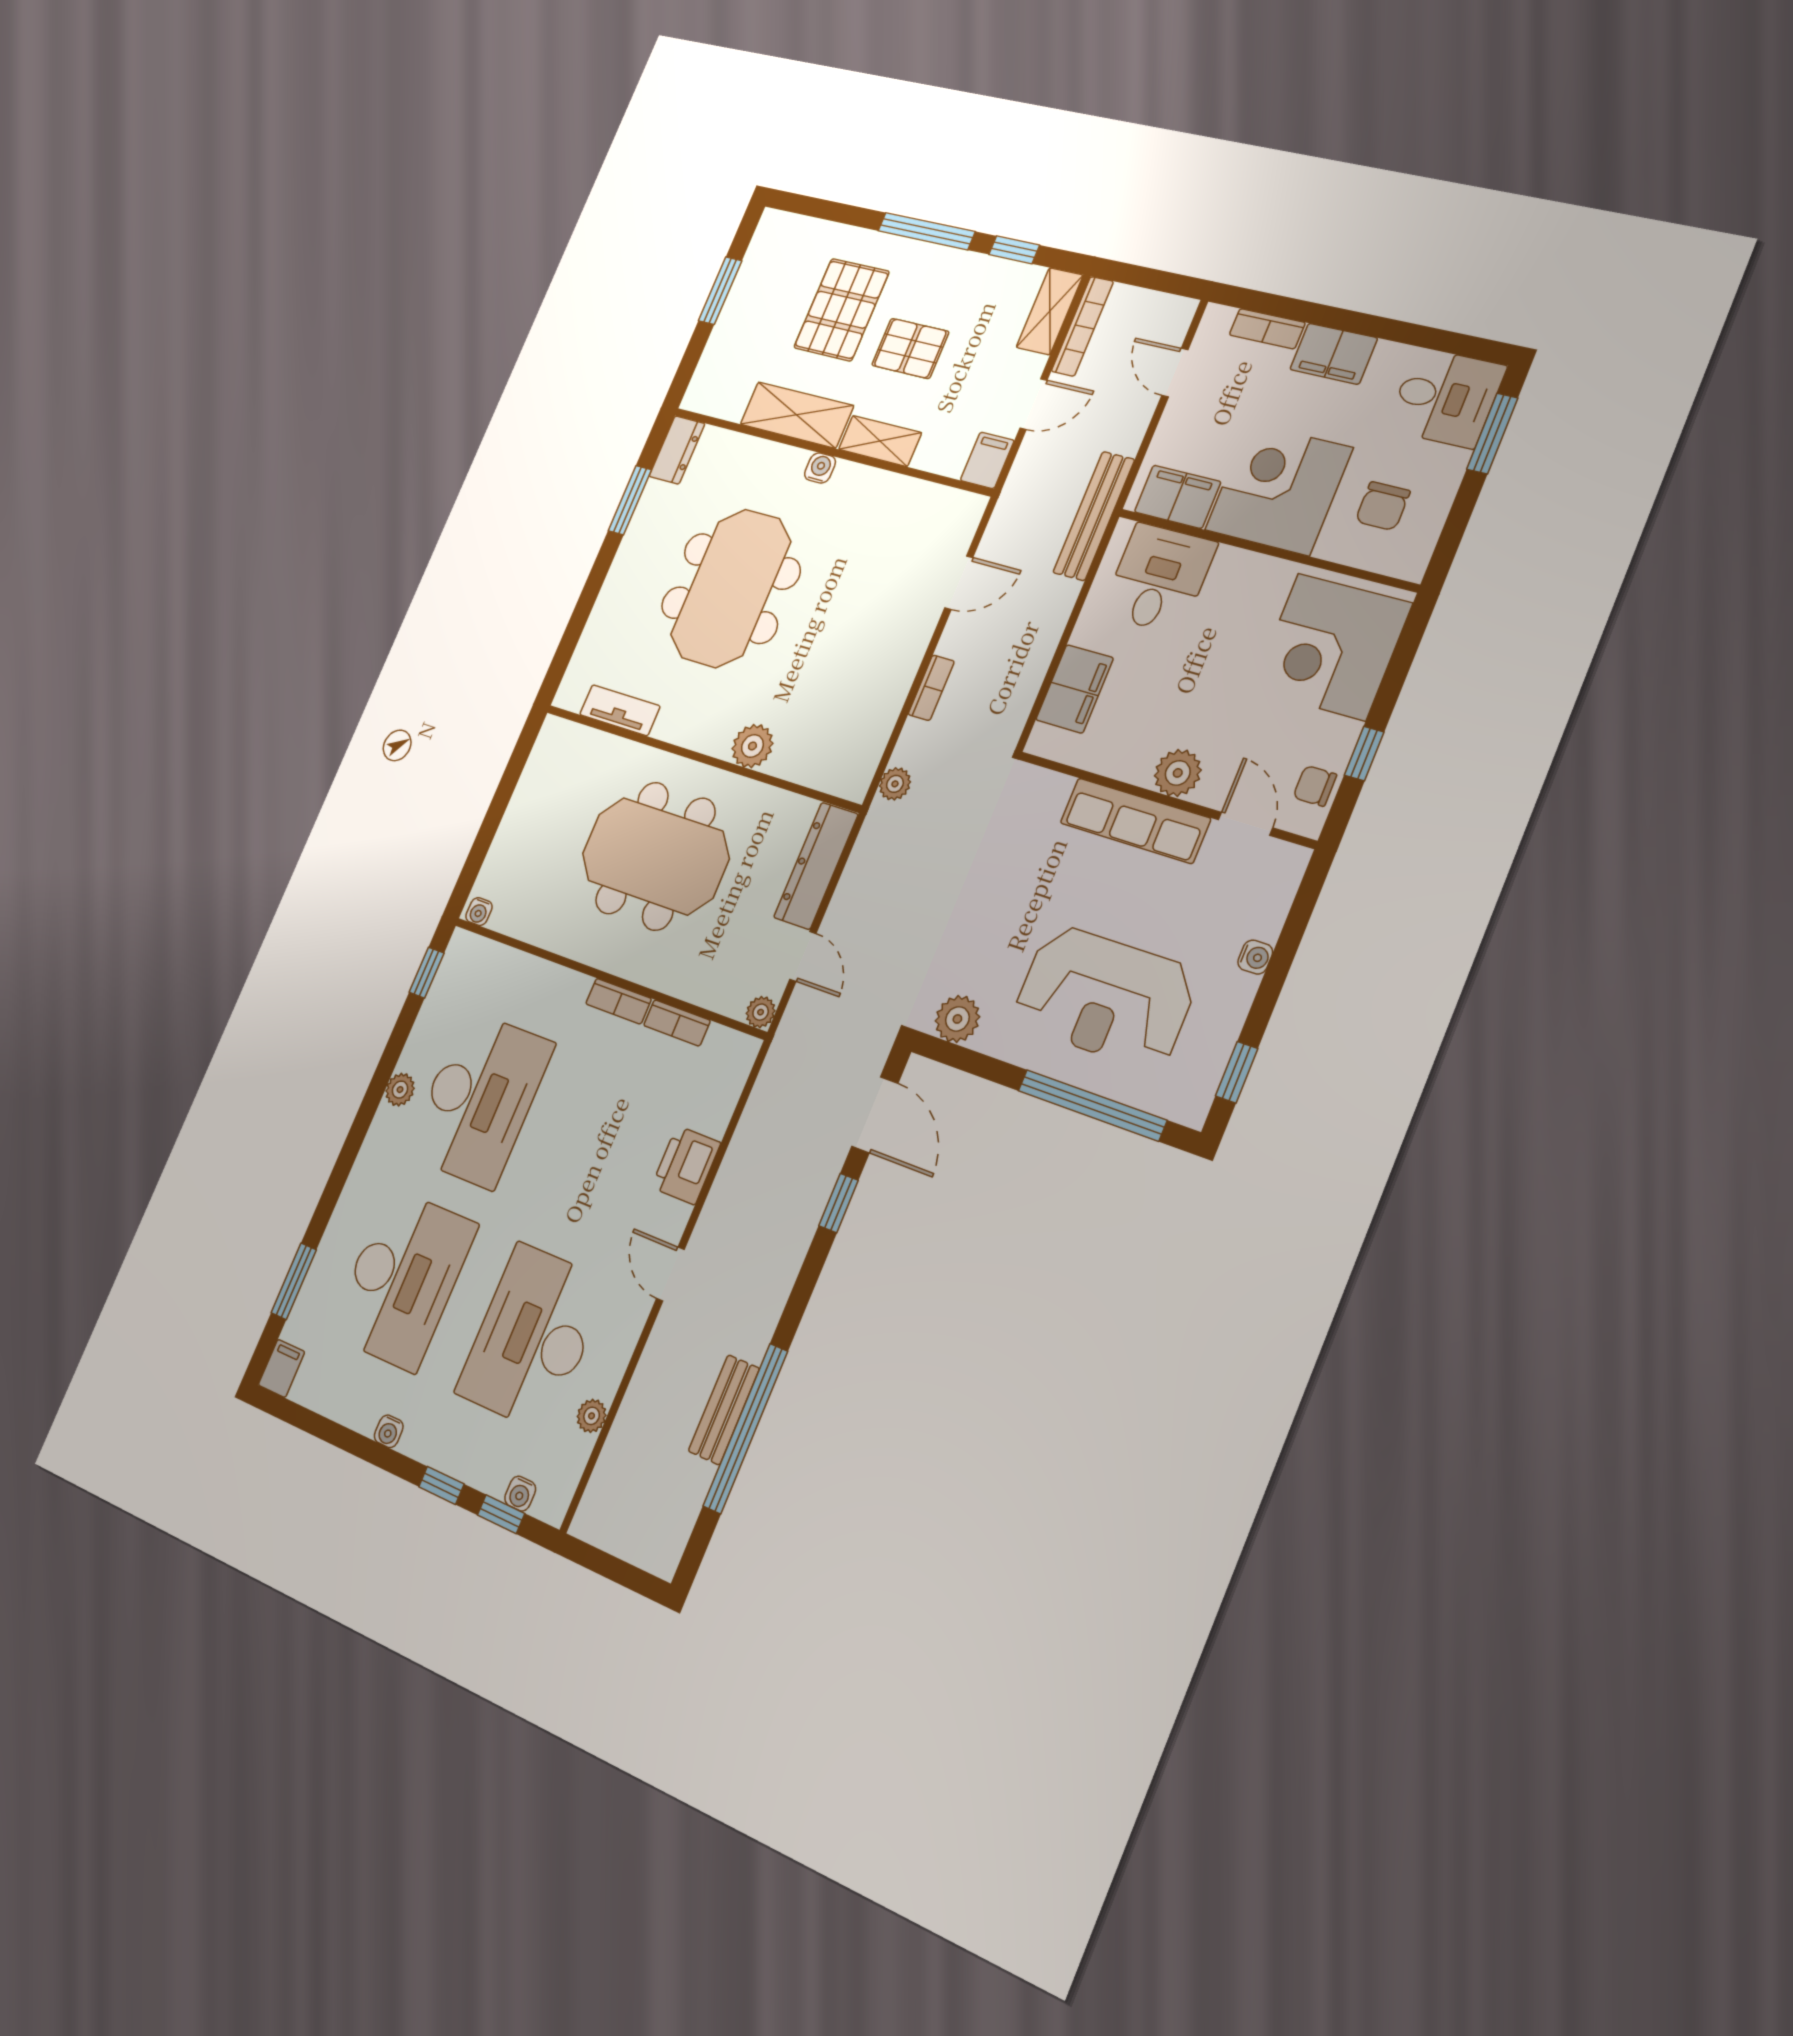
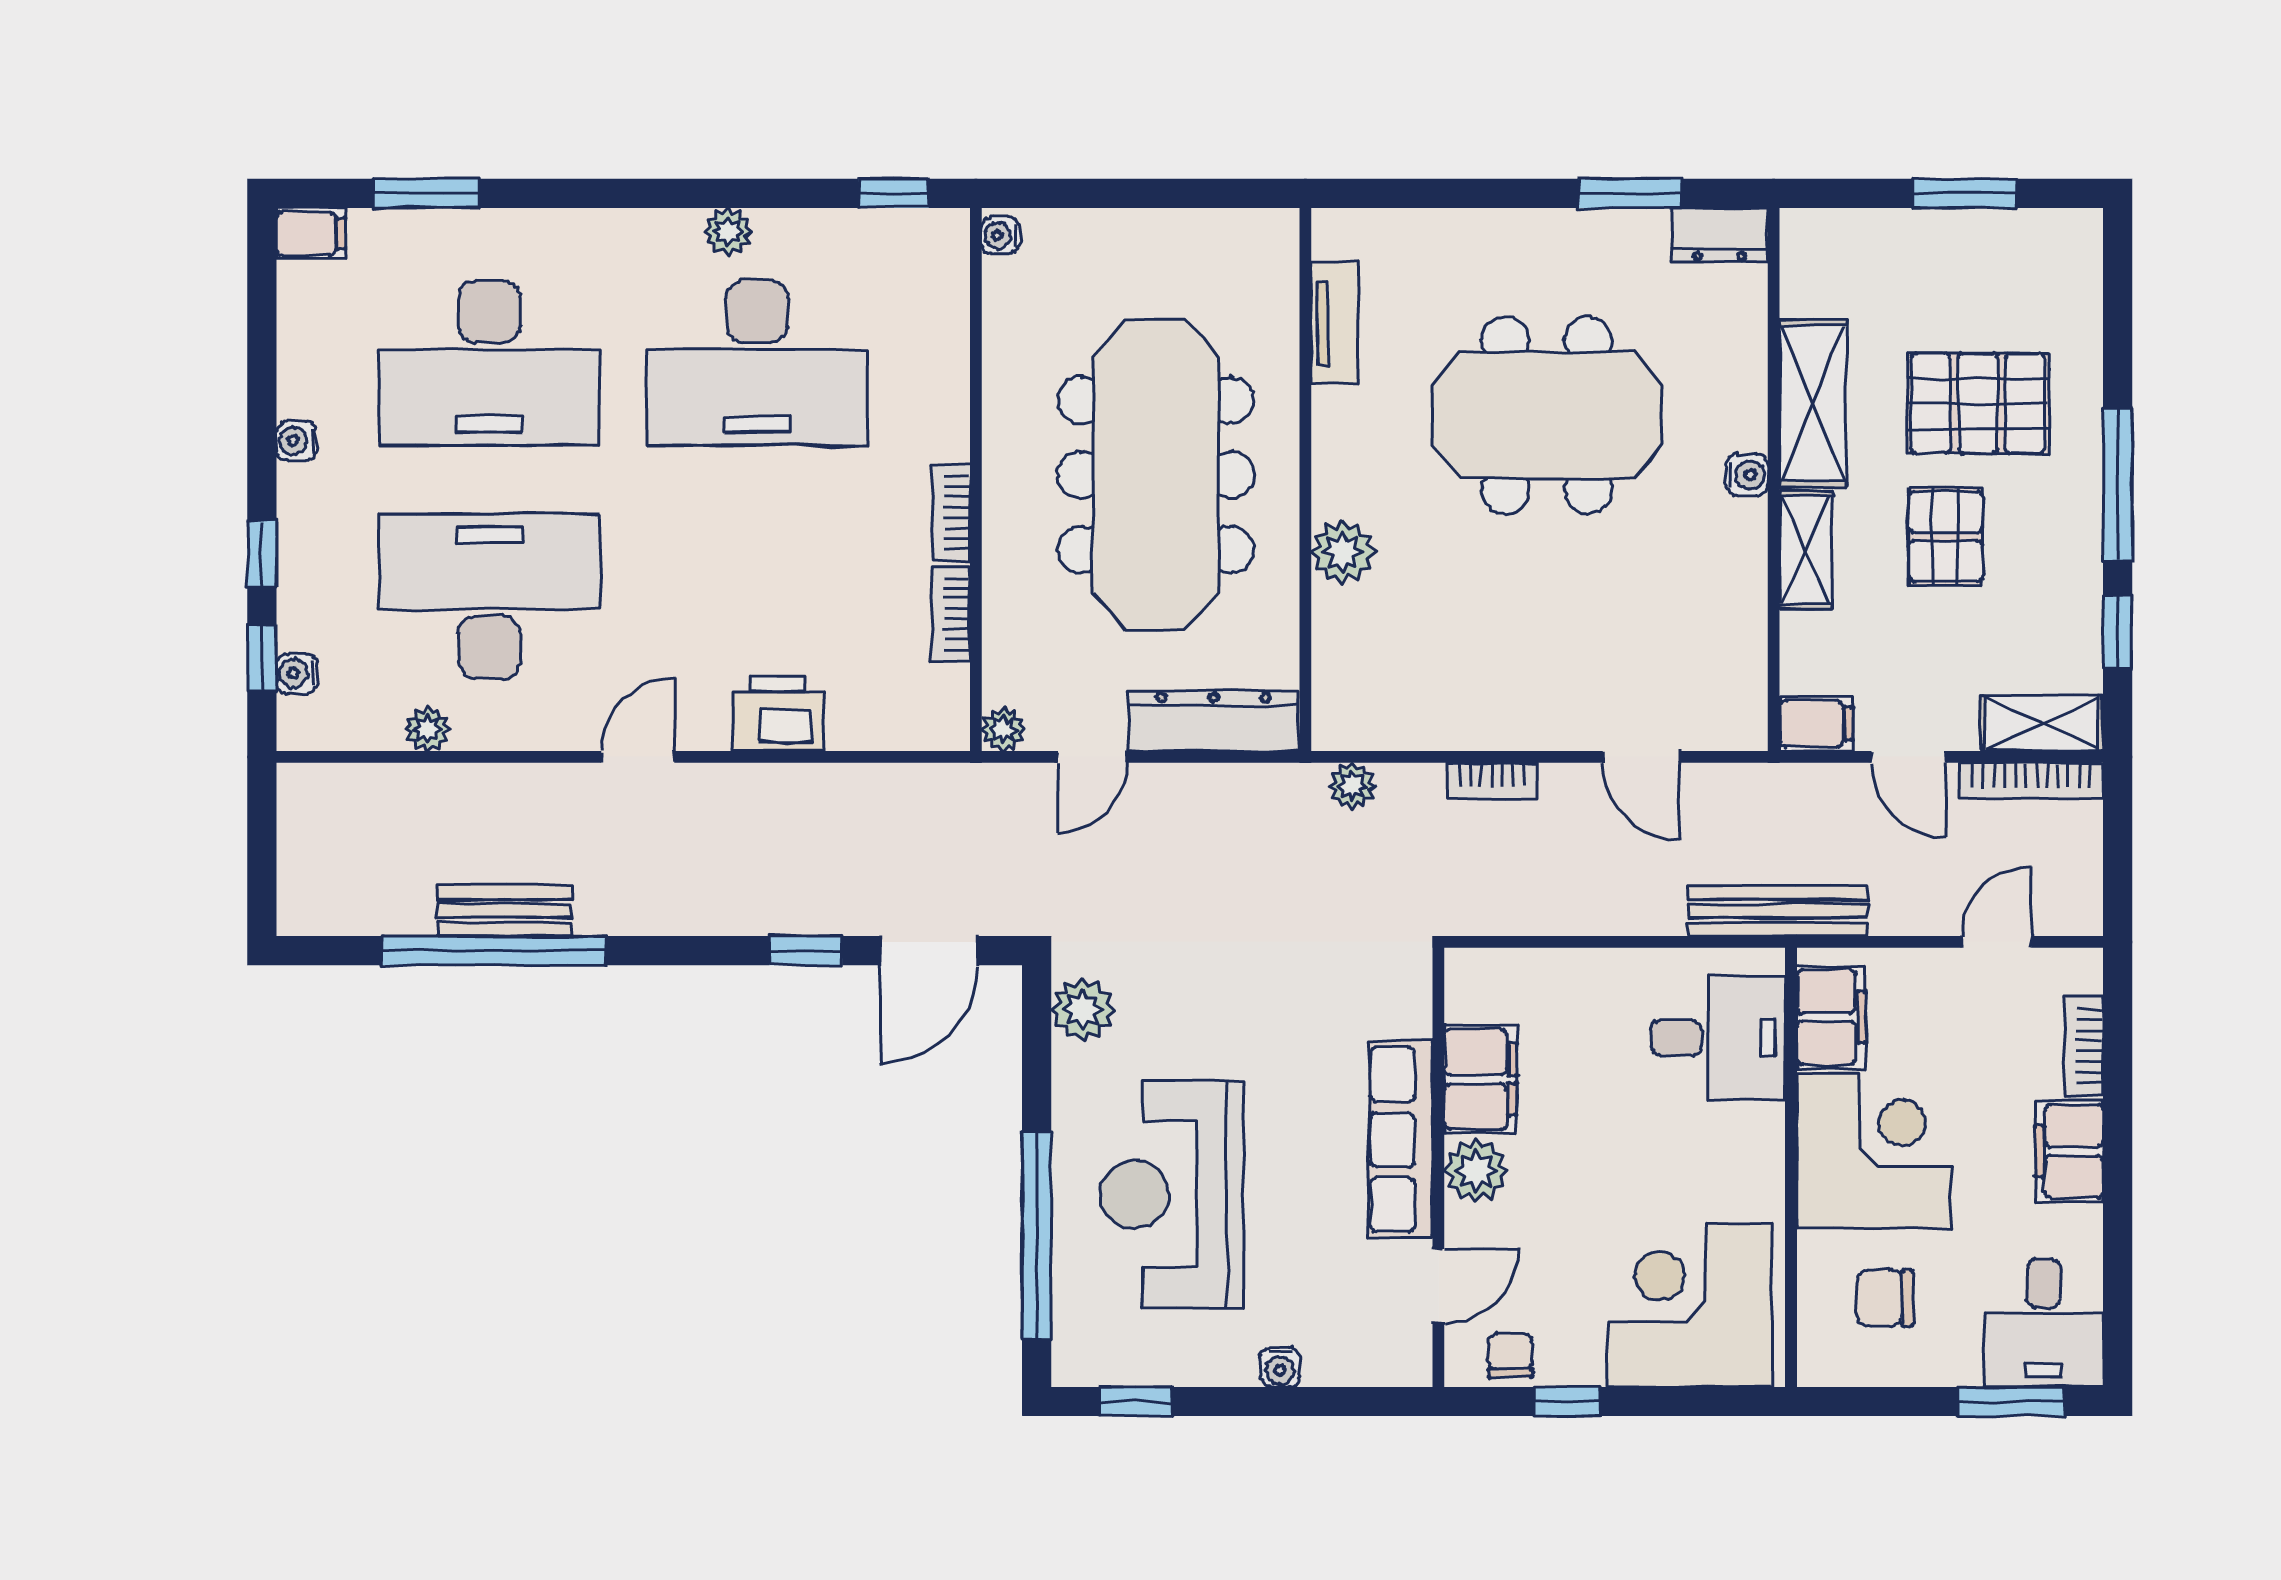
filing cabinet: (1075, 689) -> (1481, 1079), moved, turned -90
meeting table: (655, 856) -> (1156, 475), width x1.36

